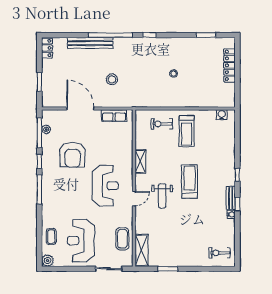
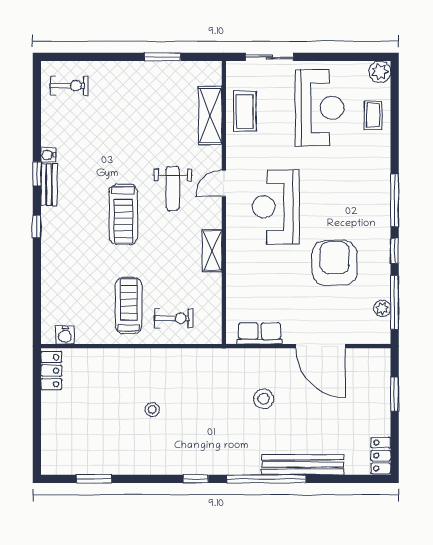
locker: (229, 65) -> (51, 371), moved, width x0.66
weight bench: (162, 196) -> (173, 188), turned 180
shelving: (141, 250) -> (210, 115), moved

